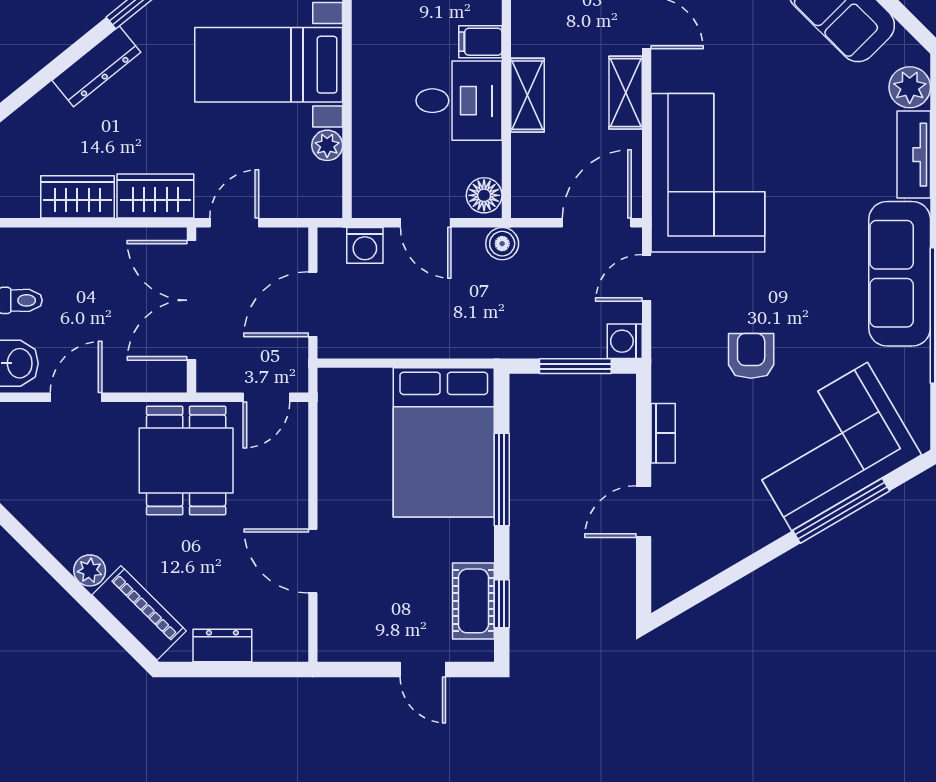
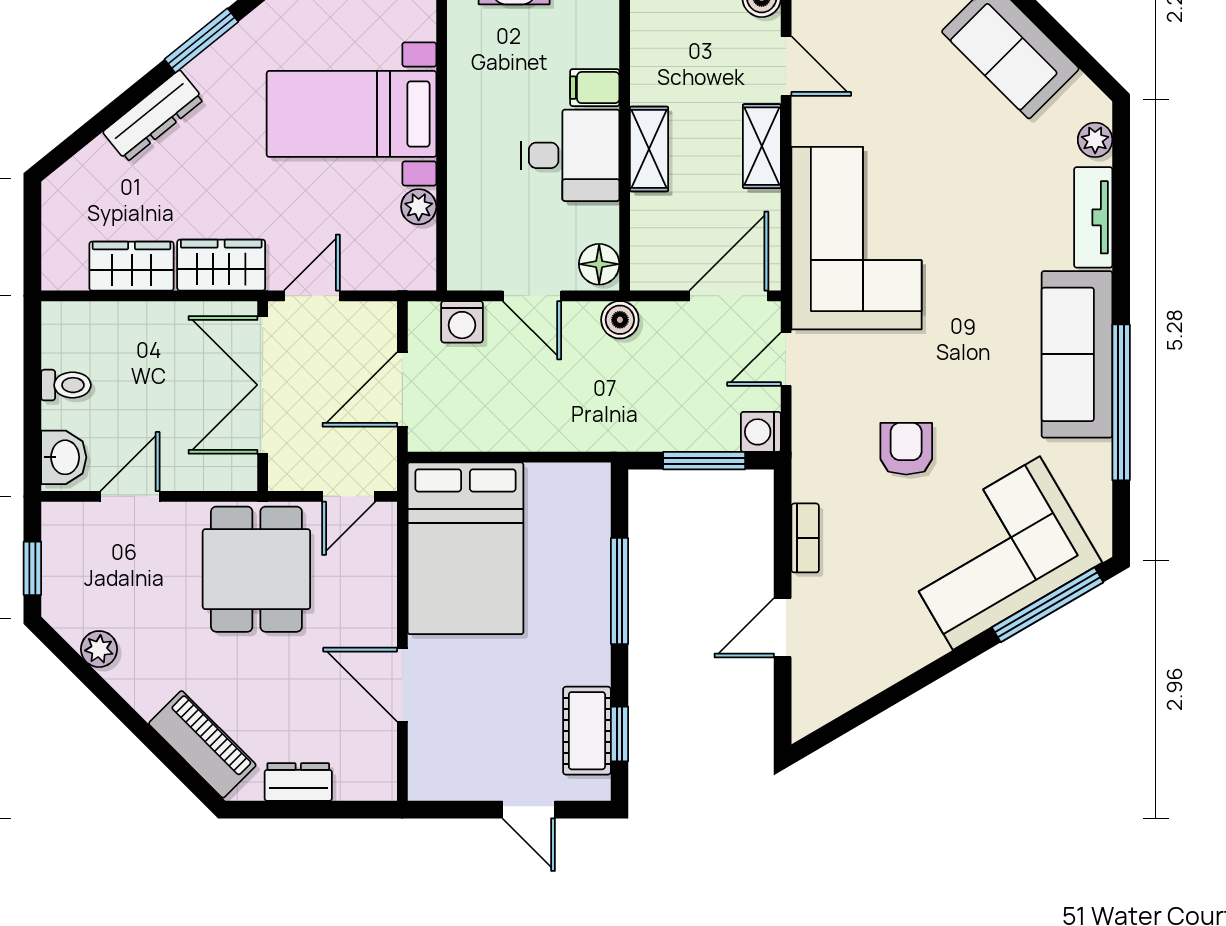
plant: (910, 87) -> (1095, 140), width x0.73, depth x0.73
bed: (444, 442) -> (466, 548), moved
window: (841, 511) -> (1048, 605), moved
plant: (90, 570) -> (99, 649), moved

